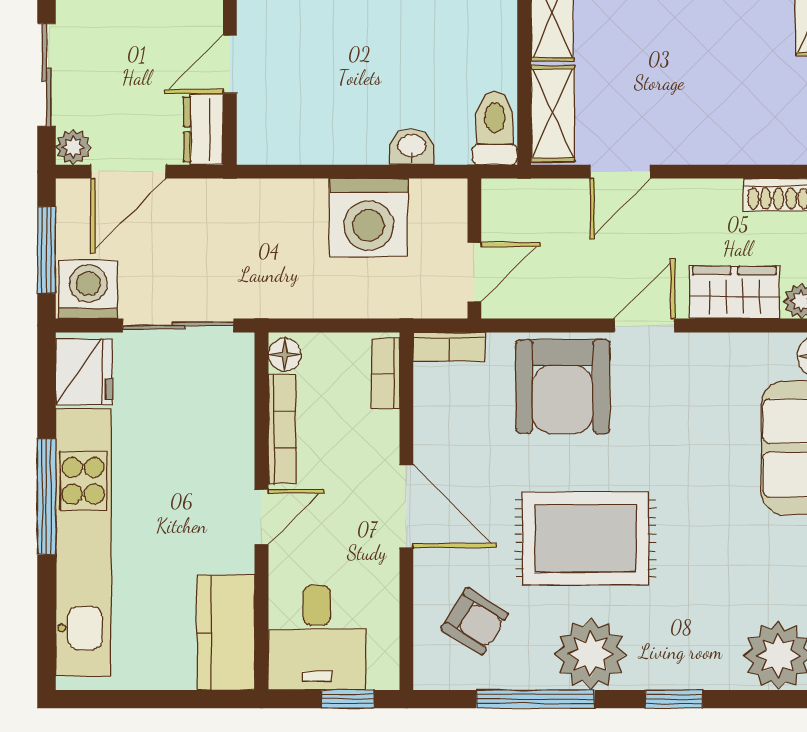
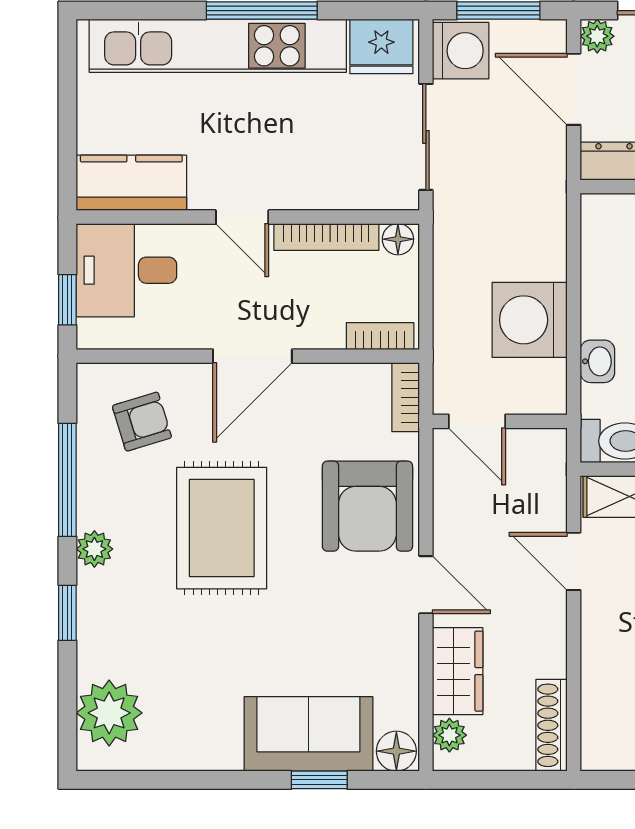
armchair: (563, 386) -> (367, 506), turned -90
armchair: (475, 621) -> (142, 422), turned -139
plant: (591, 654) -> (94, 549), width x0.53, depth x0.53

